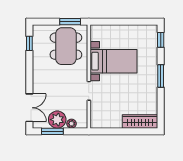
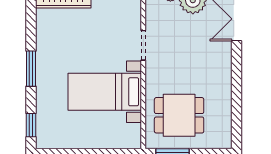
window: (29, 43) -> (236, 120), removed
dining table: (66, 46) -> (179, 115), width x0.73

